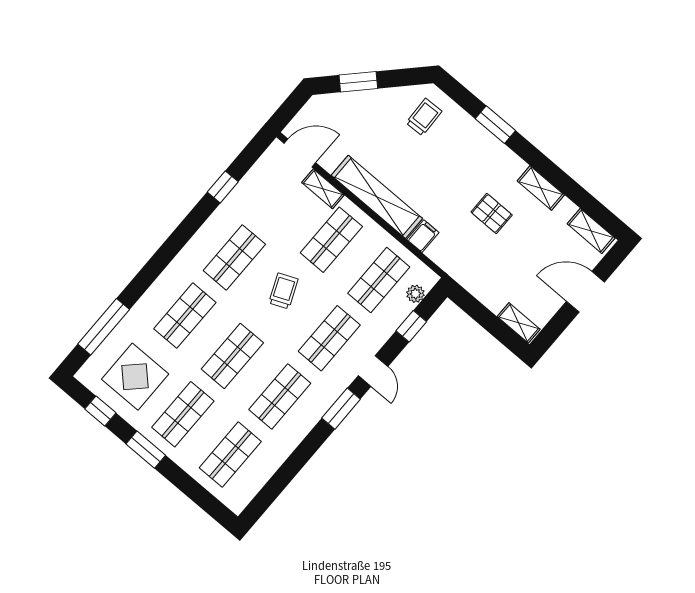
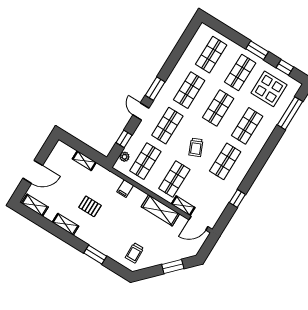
shelving: (377, 197) -> (160, 210), width x0.68
shelving: (519, 323) -> (84, 161), moved

